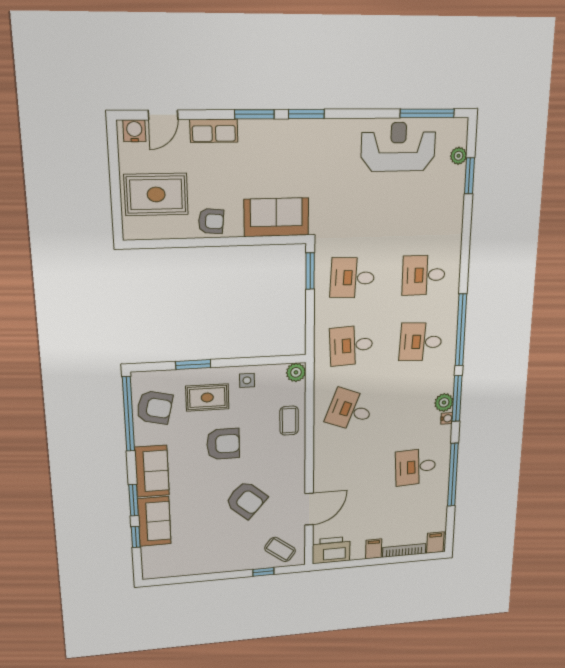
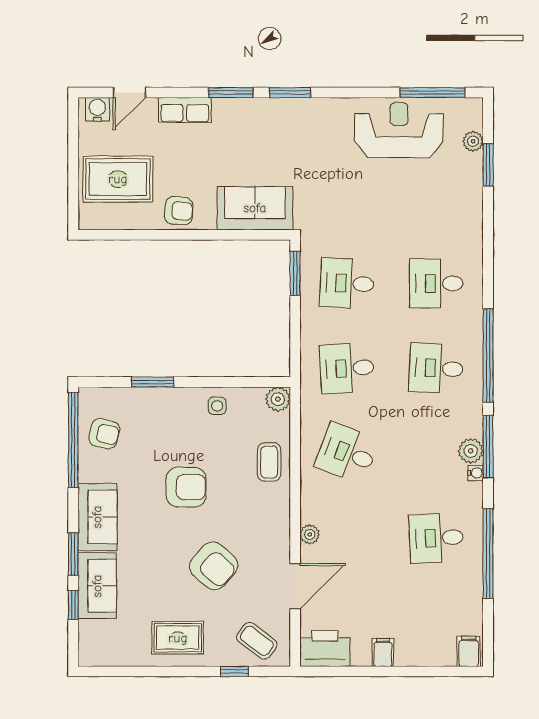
rug: (207, 397) -> (178, 638), moved
armchair: (154, 407) -> (104, 434), width x0.72, depth x0.72
plant: (320, 472) -> (310, 534), added
bookcase: (404, 550) -> (425, 659), removed

